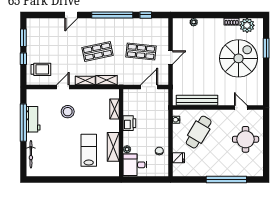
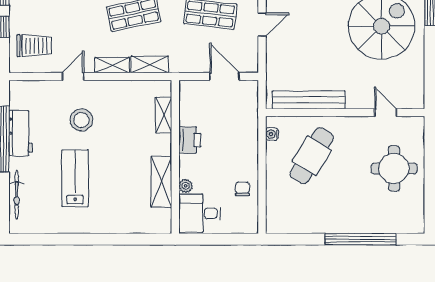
door: (149, 87) -> (225, 76), hinge flipped
lab bench: (89, 150) -> (75, 178), moved
fridge: (178, 158) -> (276, 201), removed

